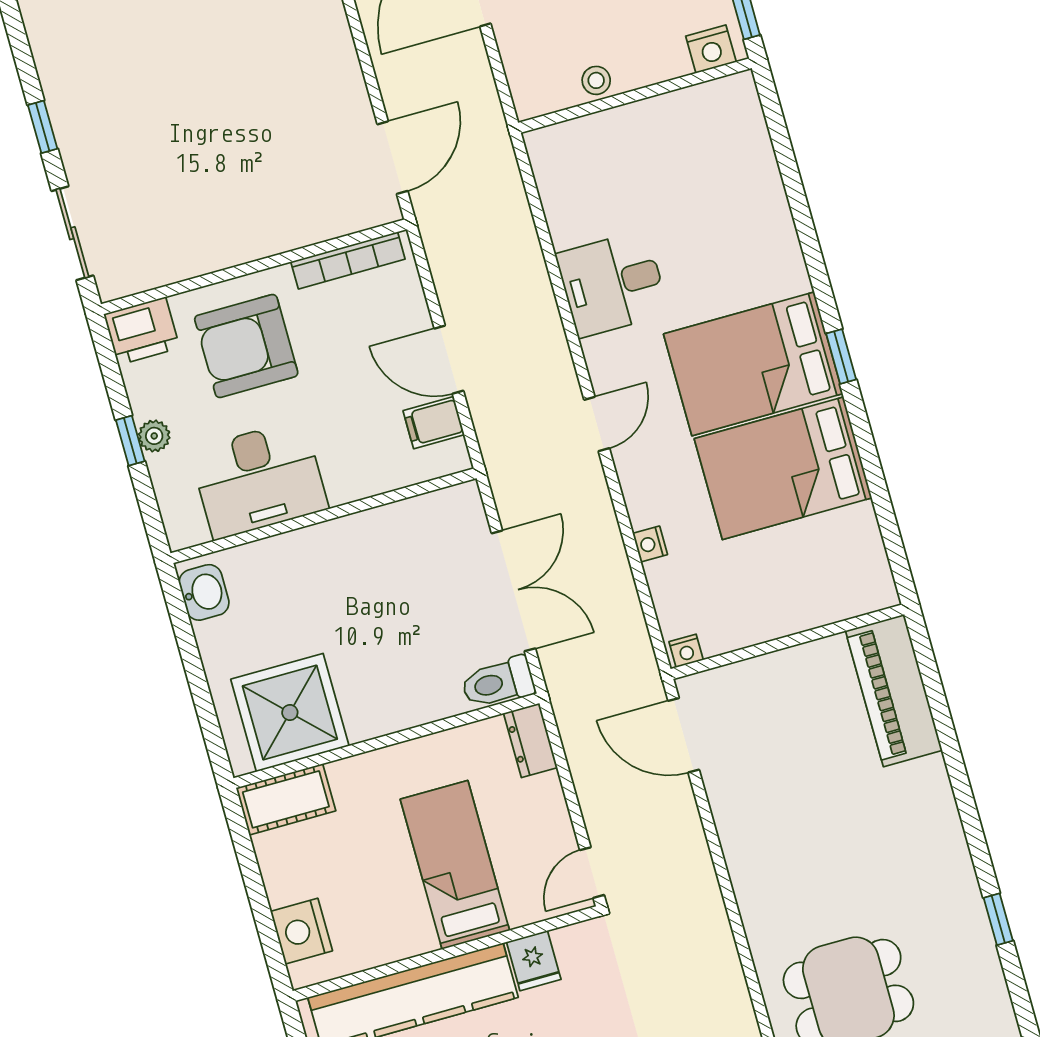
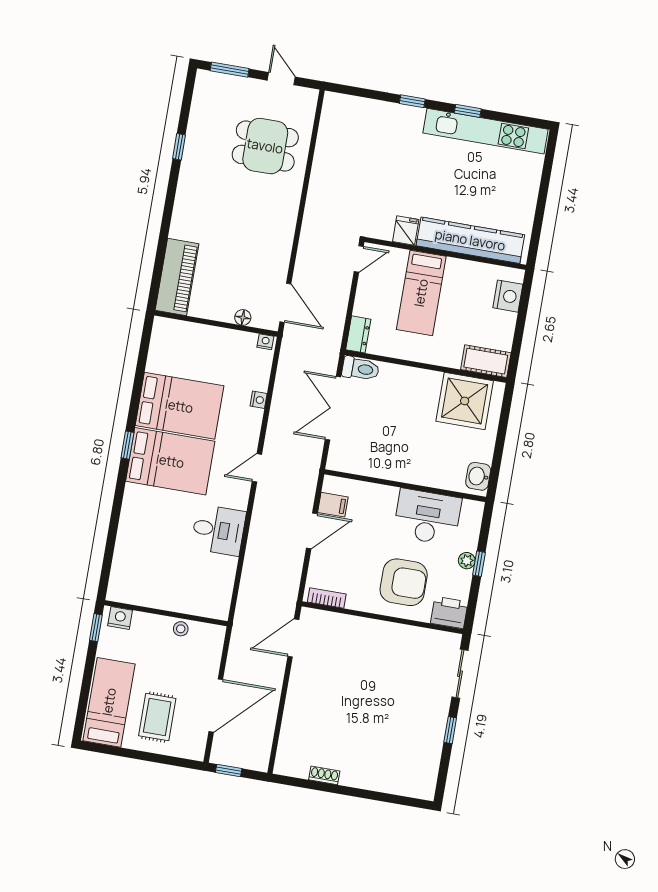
bookcase: (348, 260) -> (327, 598), width x0.64
door: (449, 360) -> (312, 531), hinge flipped
floor lamp: (746, 675) -> (243, 317), added

